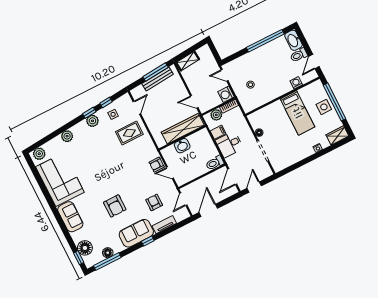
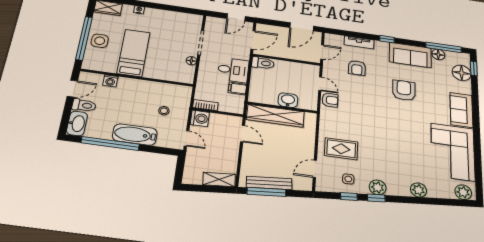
bathtub: (256, 56) -> (135, 135), added
plant: (216, 115) -> (227, 106), removed
sofa: (136, 233) -> (410, 55), moved

